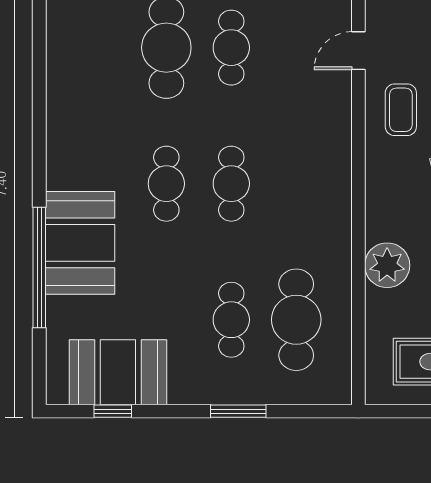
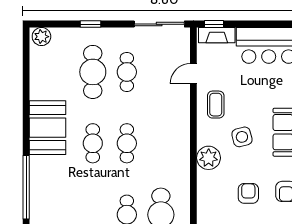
booth: (80, 243) -> (48, 128), moved
plant: (387, 265) -> (209, 158), moved

